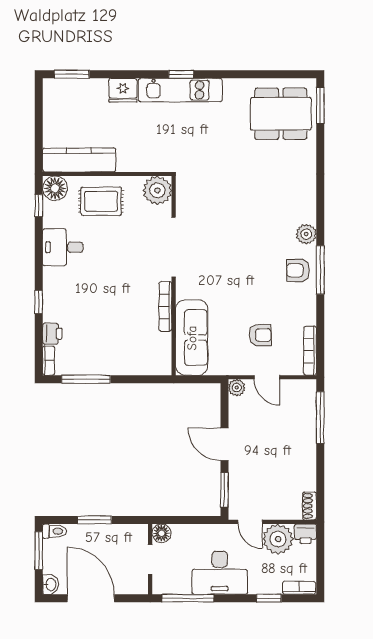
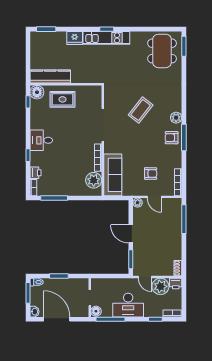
dining table: (281, 114) -> (162, 51), turned 90
plant: (157, 190) -> (94, 180), moved
coffee table: (242, 220) -> (141, 110), added
desk: (63, 247) -> (41, 140), moved
floor lamp: (162, 533) -> (96, 311), moved

